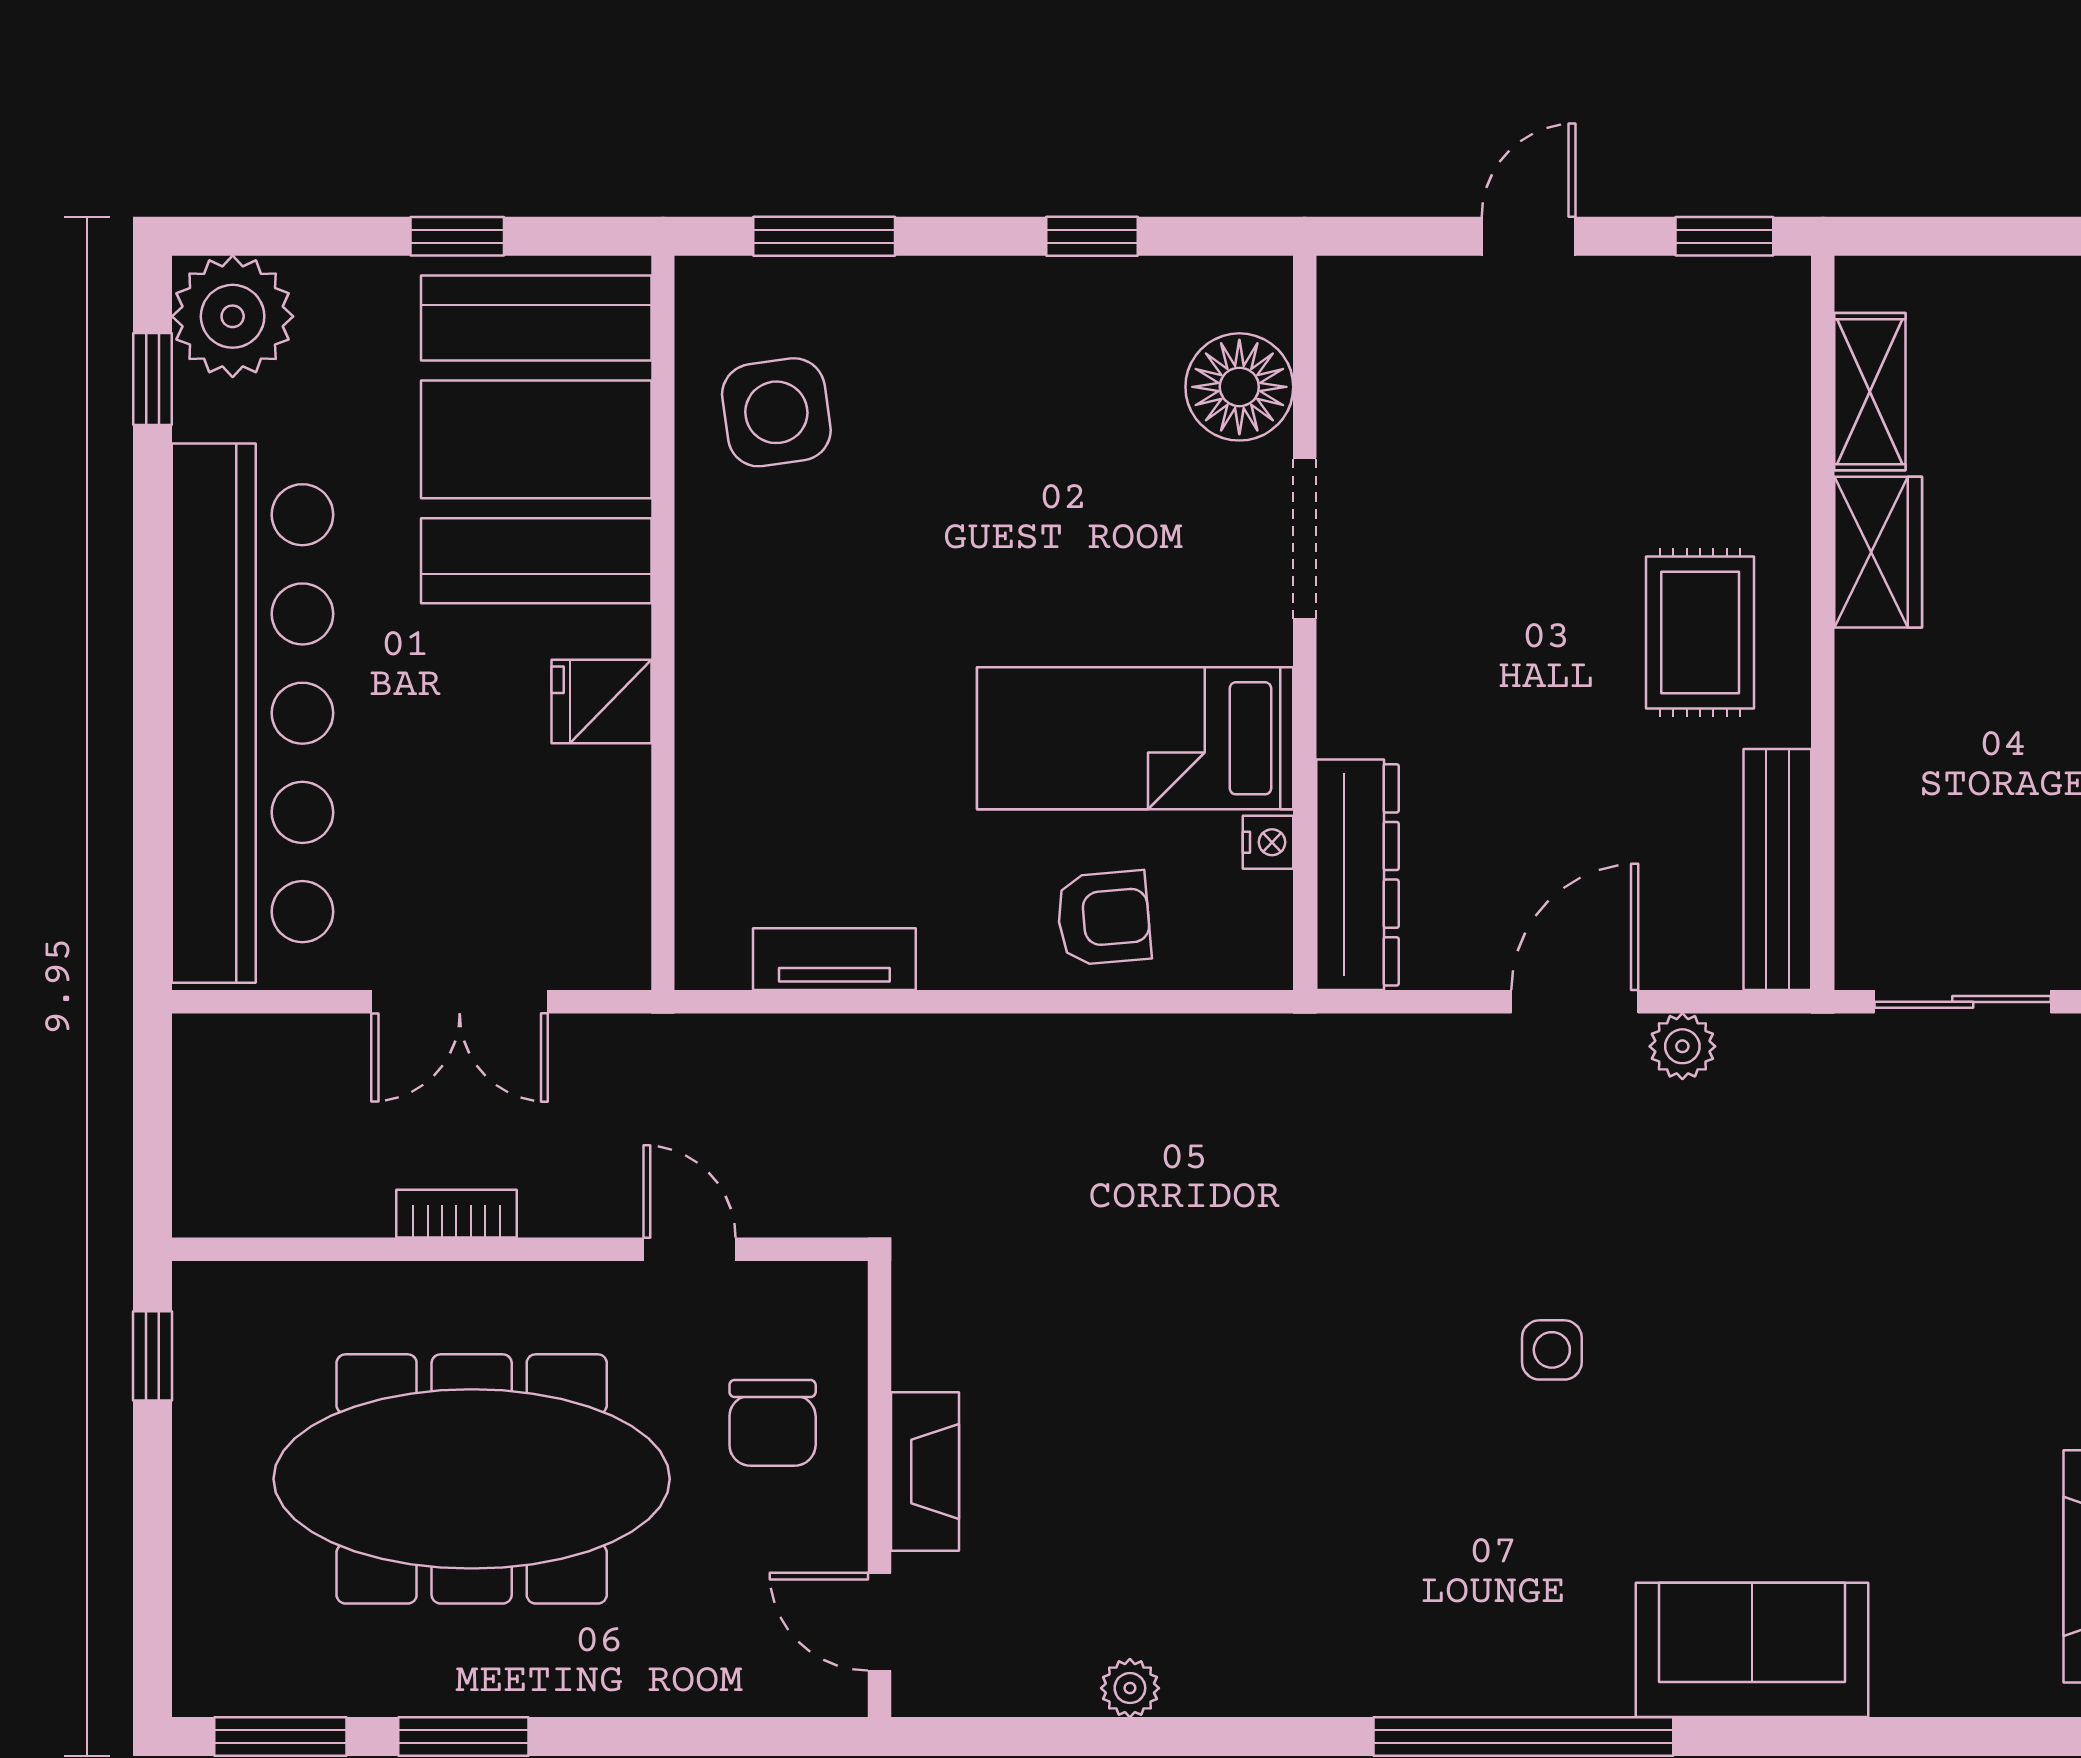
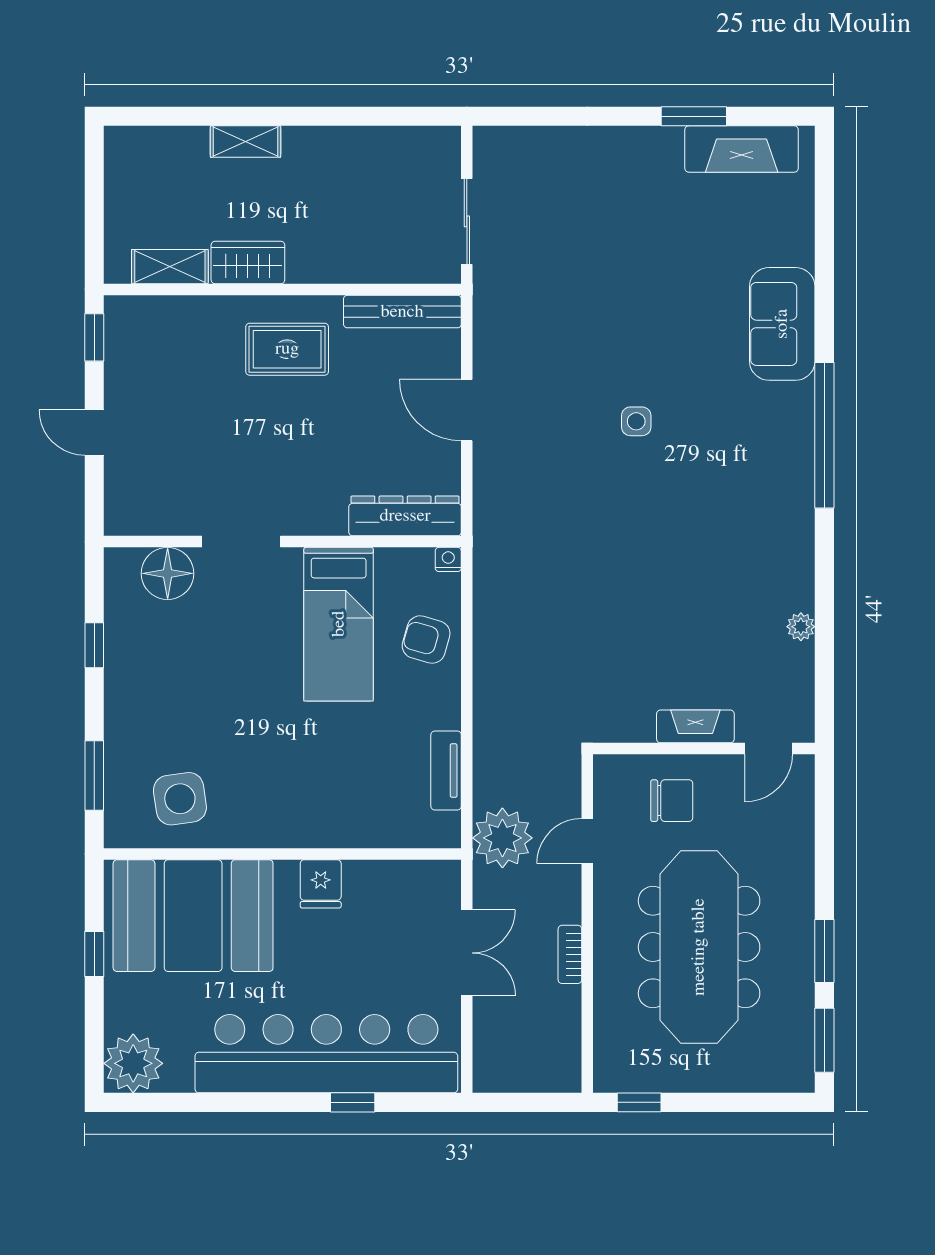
window: (153, 379) -> (353, 1102), moved
nightstand: (1268, 842) -> (448, 559), moved
armchair: (1104, 918) -> (426, 640), turned -69
plant: (1682, 1046) -> (502, 838), moved, width x1.88, depth x1.88

